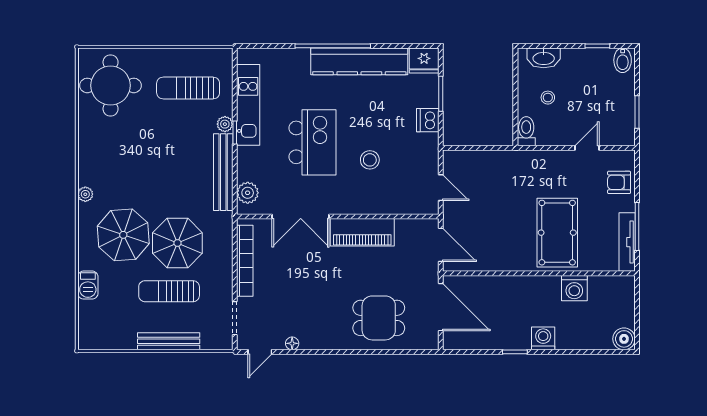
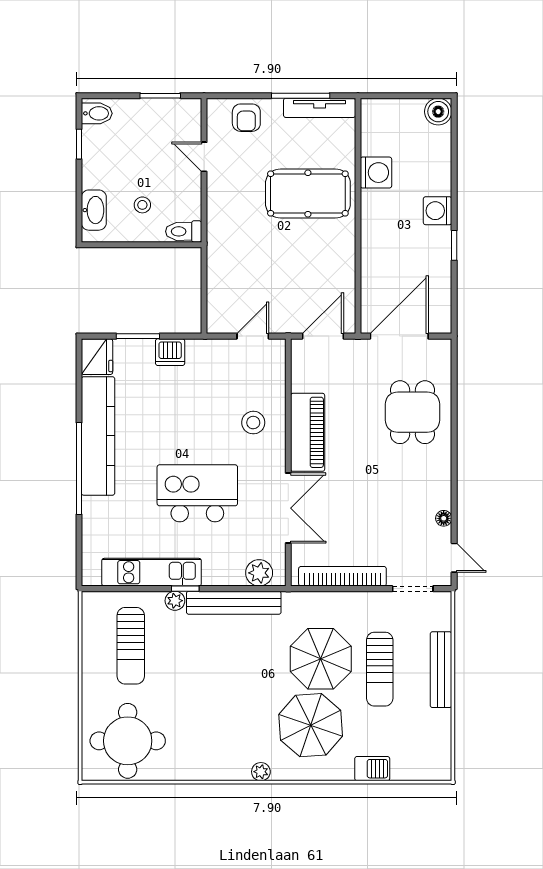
stool: (370, 160) -> (253, 423), moved

